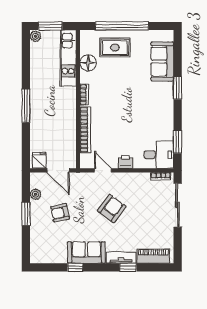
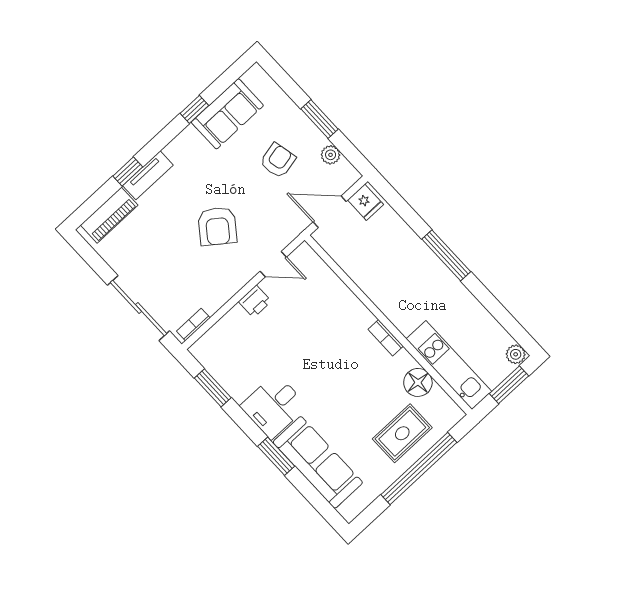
sofa: (162, 61) -> (318, 462), width x1.36
bookcase: (85, 130) -> (343, 295), removed
desk: (159, 155) -> (274, 406), moved
sofa: (86, 252) -> (227, 114), moved

